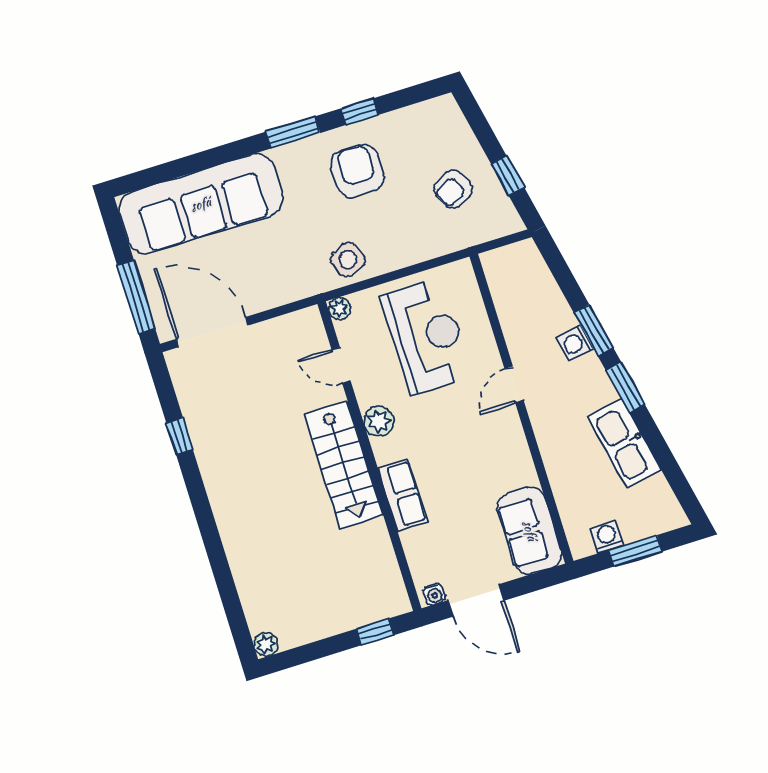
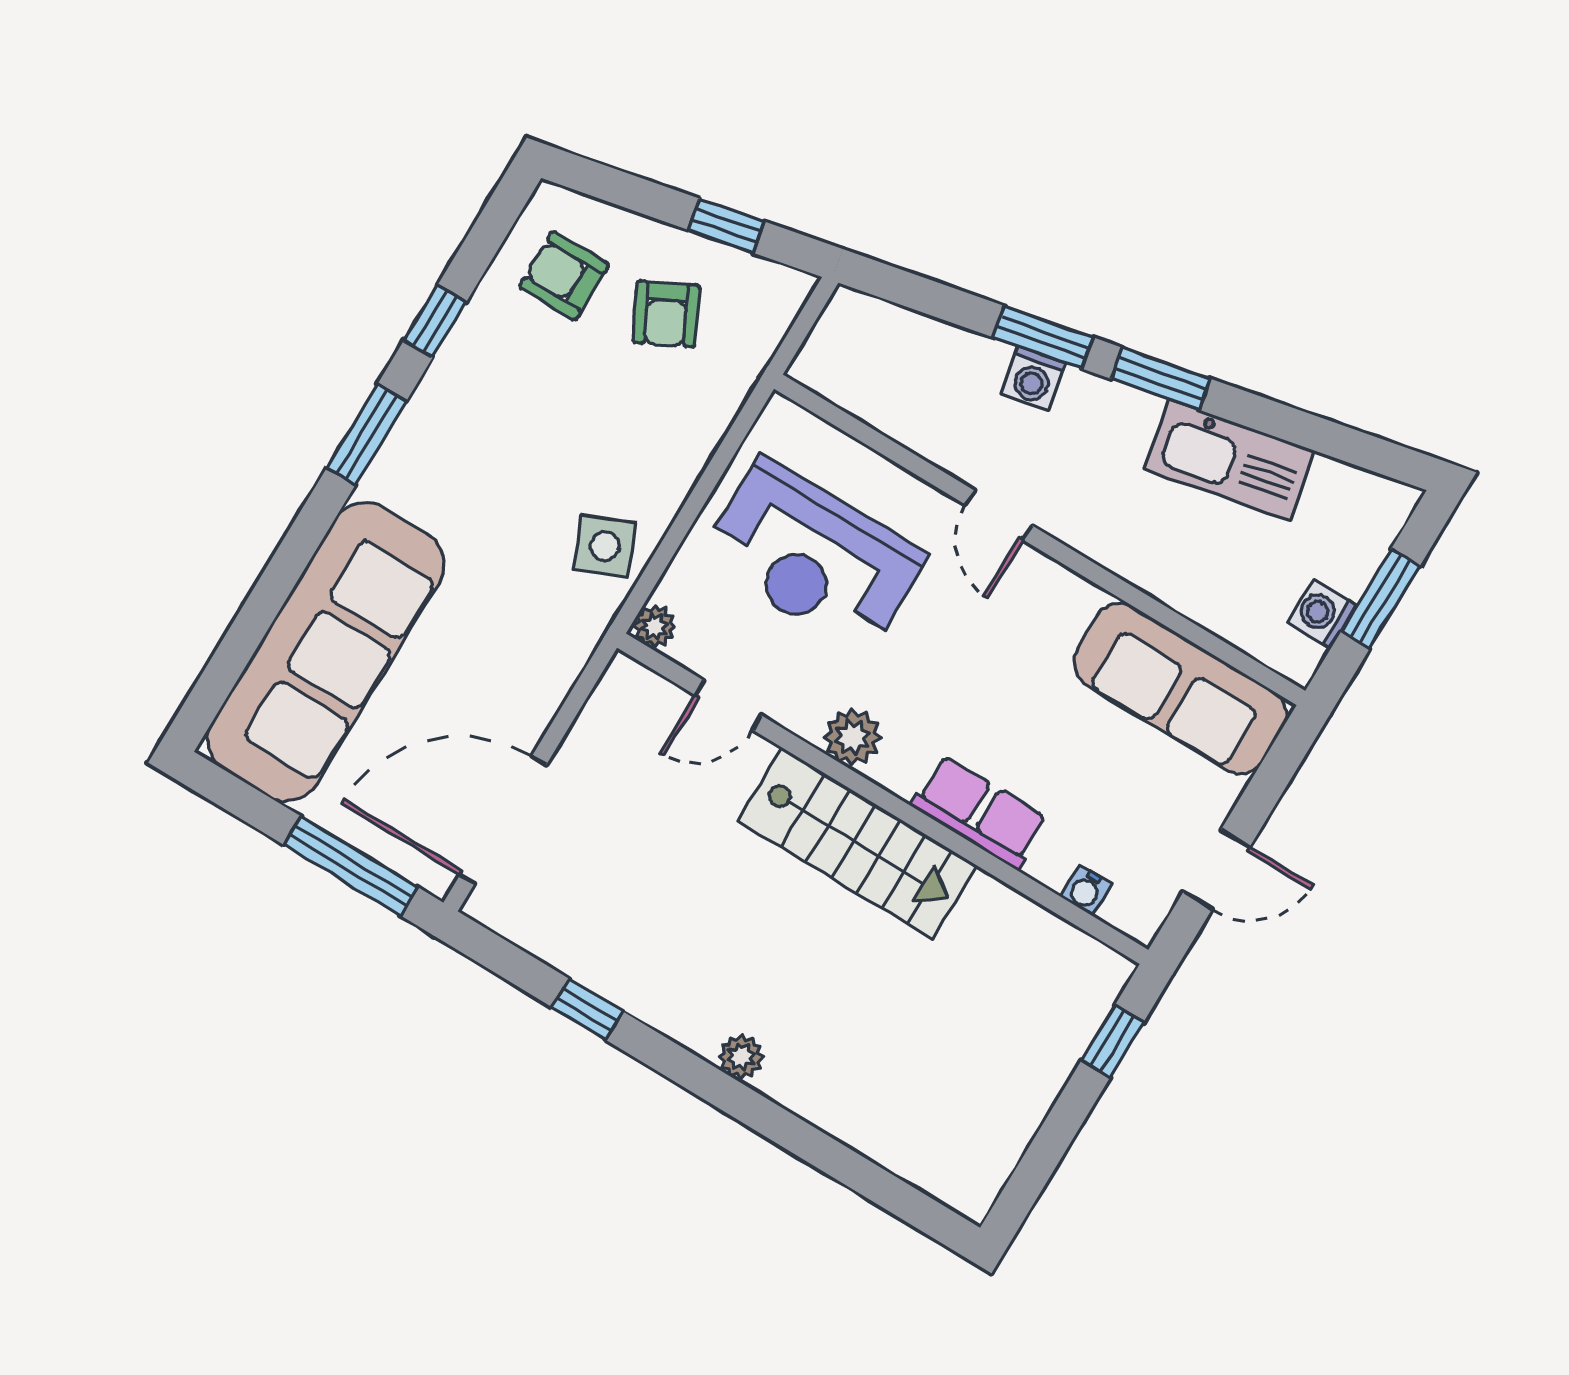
armchair: (357, 171) -> (564, 276), moved, width x0.72, depth x0.72
reception desk: (426, 336) -> (813, 557), turned 180
sofa: (530, 531) -> (1180, 688), width x1.36
water cooler: (434, 594) -> (1086, 890), moved, turned 90
door: (476, 600) -> (1216, 870), width x0.73
plant: (266, 644) -> (741, 1057), moved

